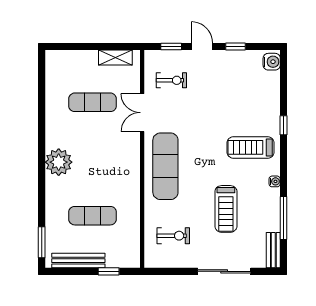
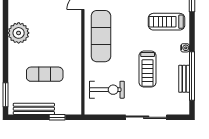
window: (284, 218) -> (192, 76), width x1.46
exercise bike: (173, 236) -> (107, 90), width x1.38, depth x1.39
bench: (273, 250) -> (184, 79), moved

